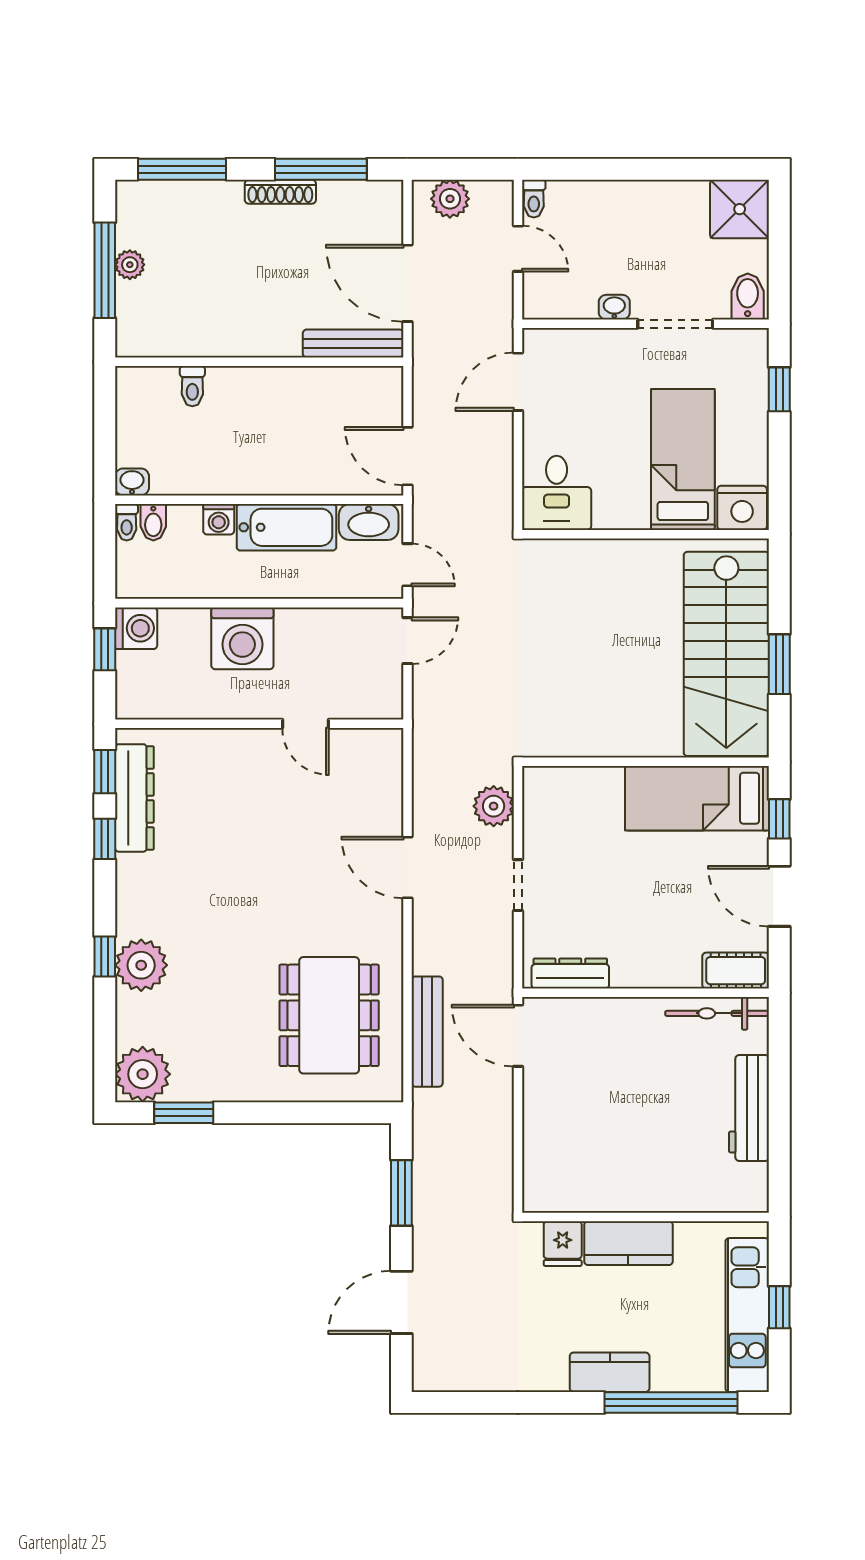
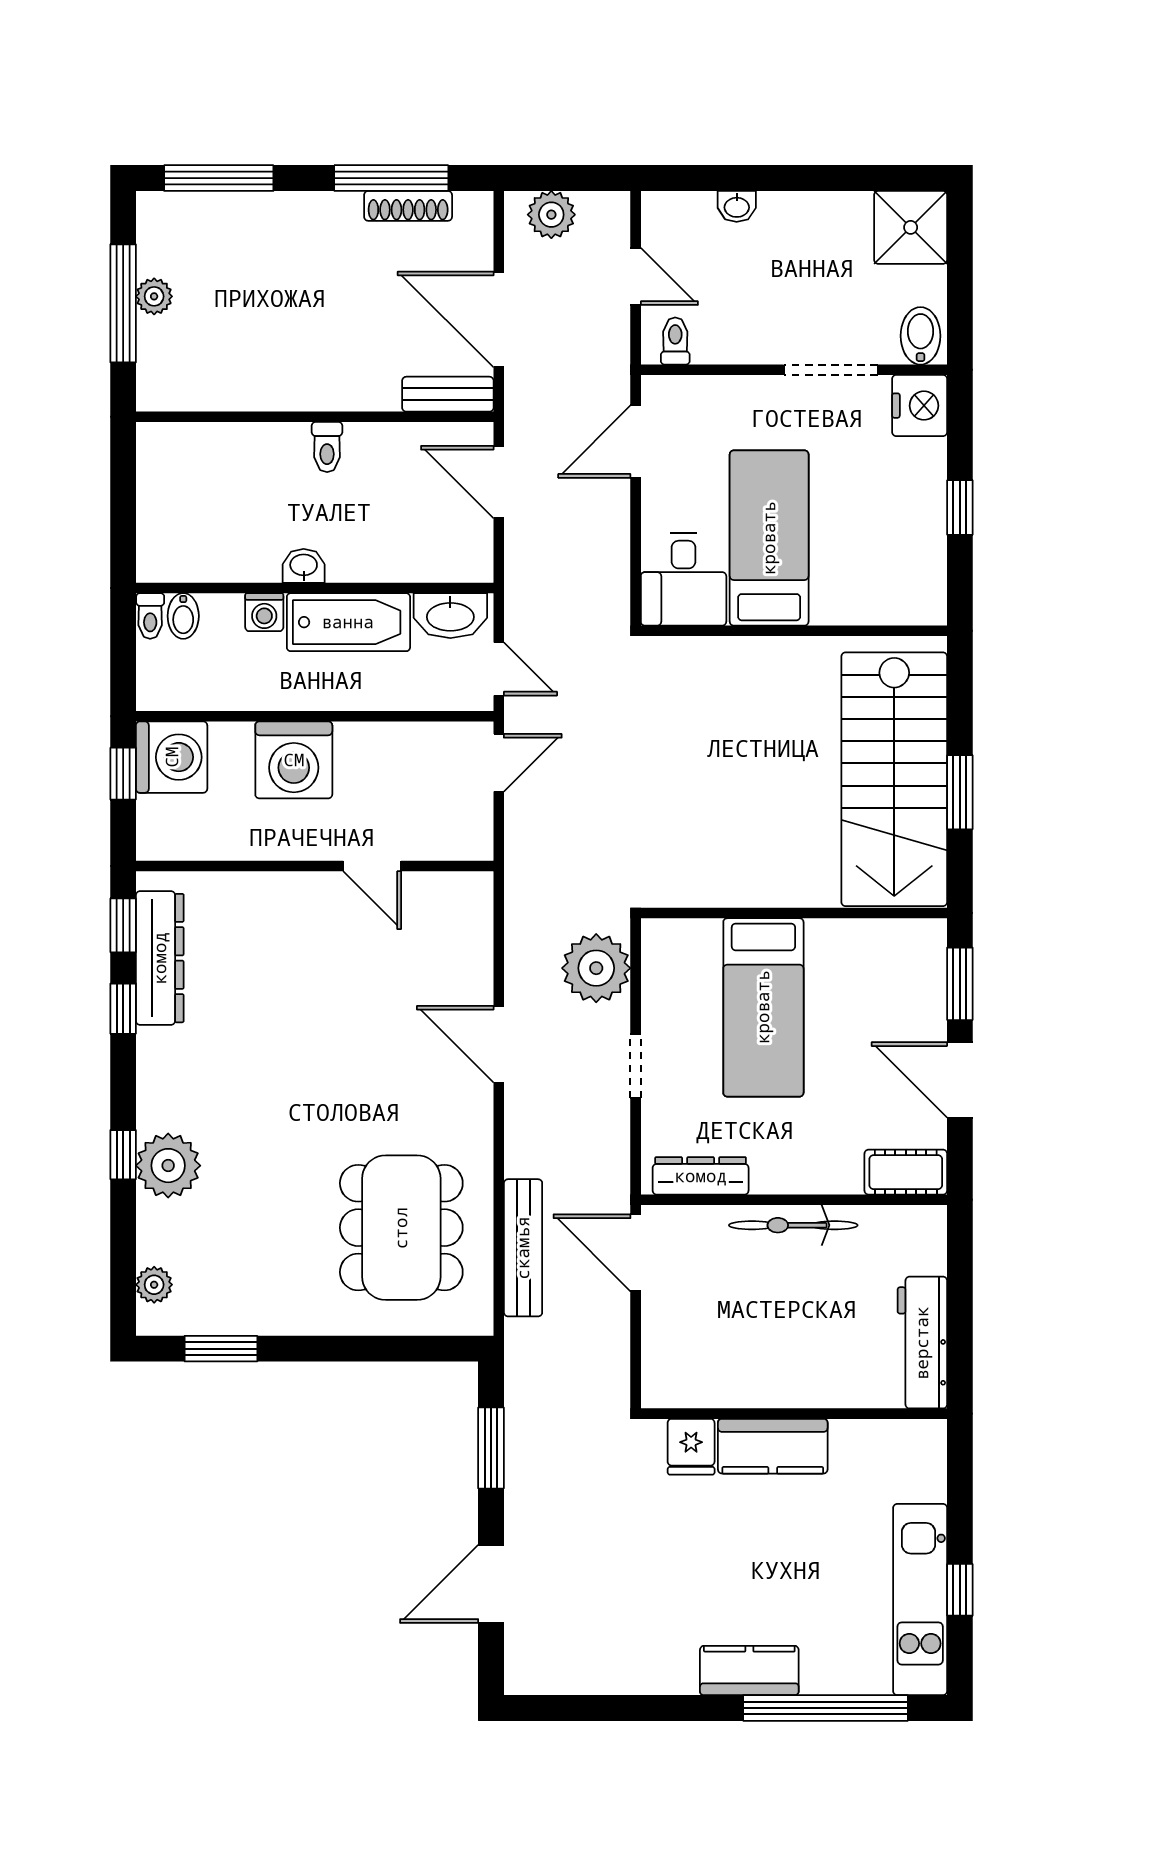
shoe rack: (280, 192) -> (408, 206), moved
toilet: (534, 199) -> (675, 341), moved, turned 180
washbasin: (614, 307) -> (737, 206), moved, turned 180
bench: (353, 344) -> (448, 394), width x0.73
toilet: (192, 386) -> (327, 447), moved
window: (779, 389) -> (960, 508), moved
door: (408, 456) -> (499, 482), moved
bed: (683, 459) -> (769, 538), moved
washbasin: (132, 482) -> (304, 566), moved
nightstand: (742, 508) -> (920, 406), moved, turned -90
washing machine: (136, 628) -> (172, 757), width x1.37, depth x1.37
bed: (697, 798) -> (763, 1007), moved, turned -90
plant: (494, 806) -> (596, 968), width x1.36, depth x1.36
window: (779, 819) -> (960, 984), width x1.50
bicycle: (717, 1013) -> (793, 1225), moved
plant: (143, 1074) -> (154, 1285), width x0.53, depth x0.53
wall: (646, 1217) -> (794, 1414), moved
kitchen counter: (628, 1243) -> (773, 1446), moved
fridge: (563, 1244) -> (691, 1447), moved

